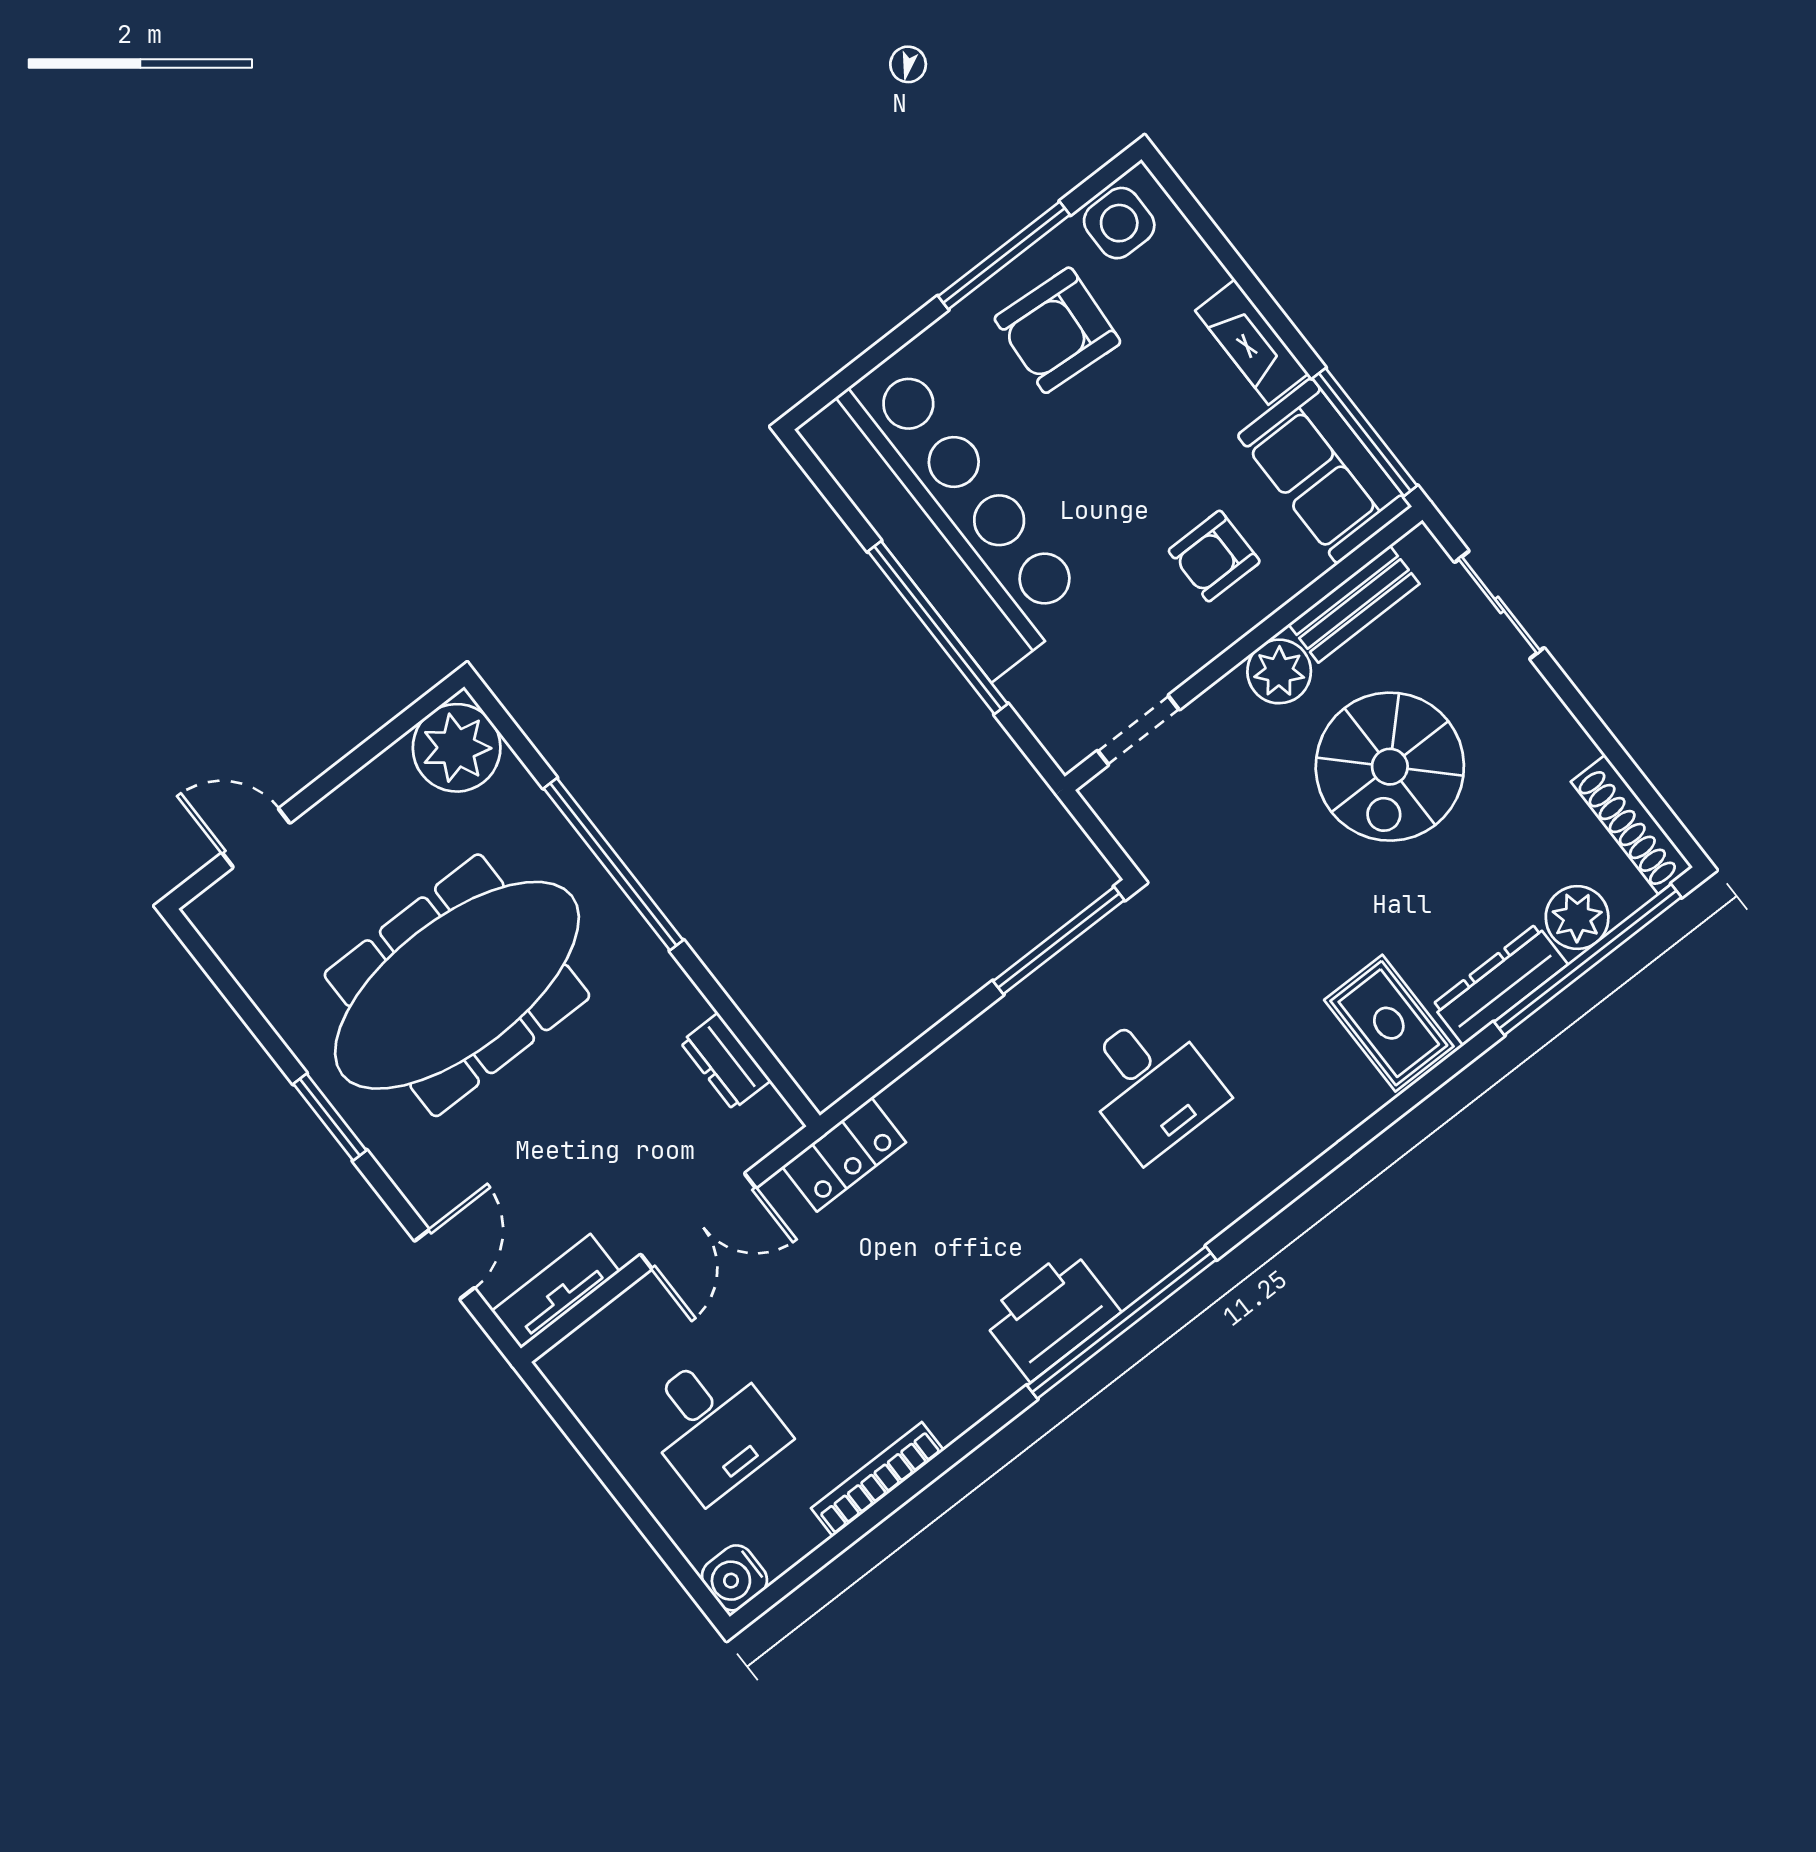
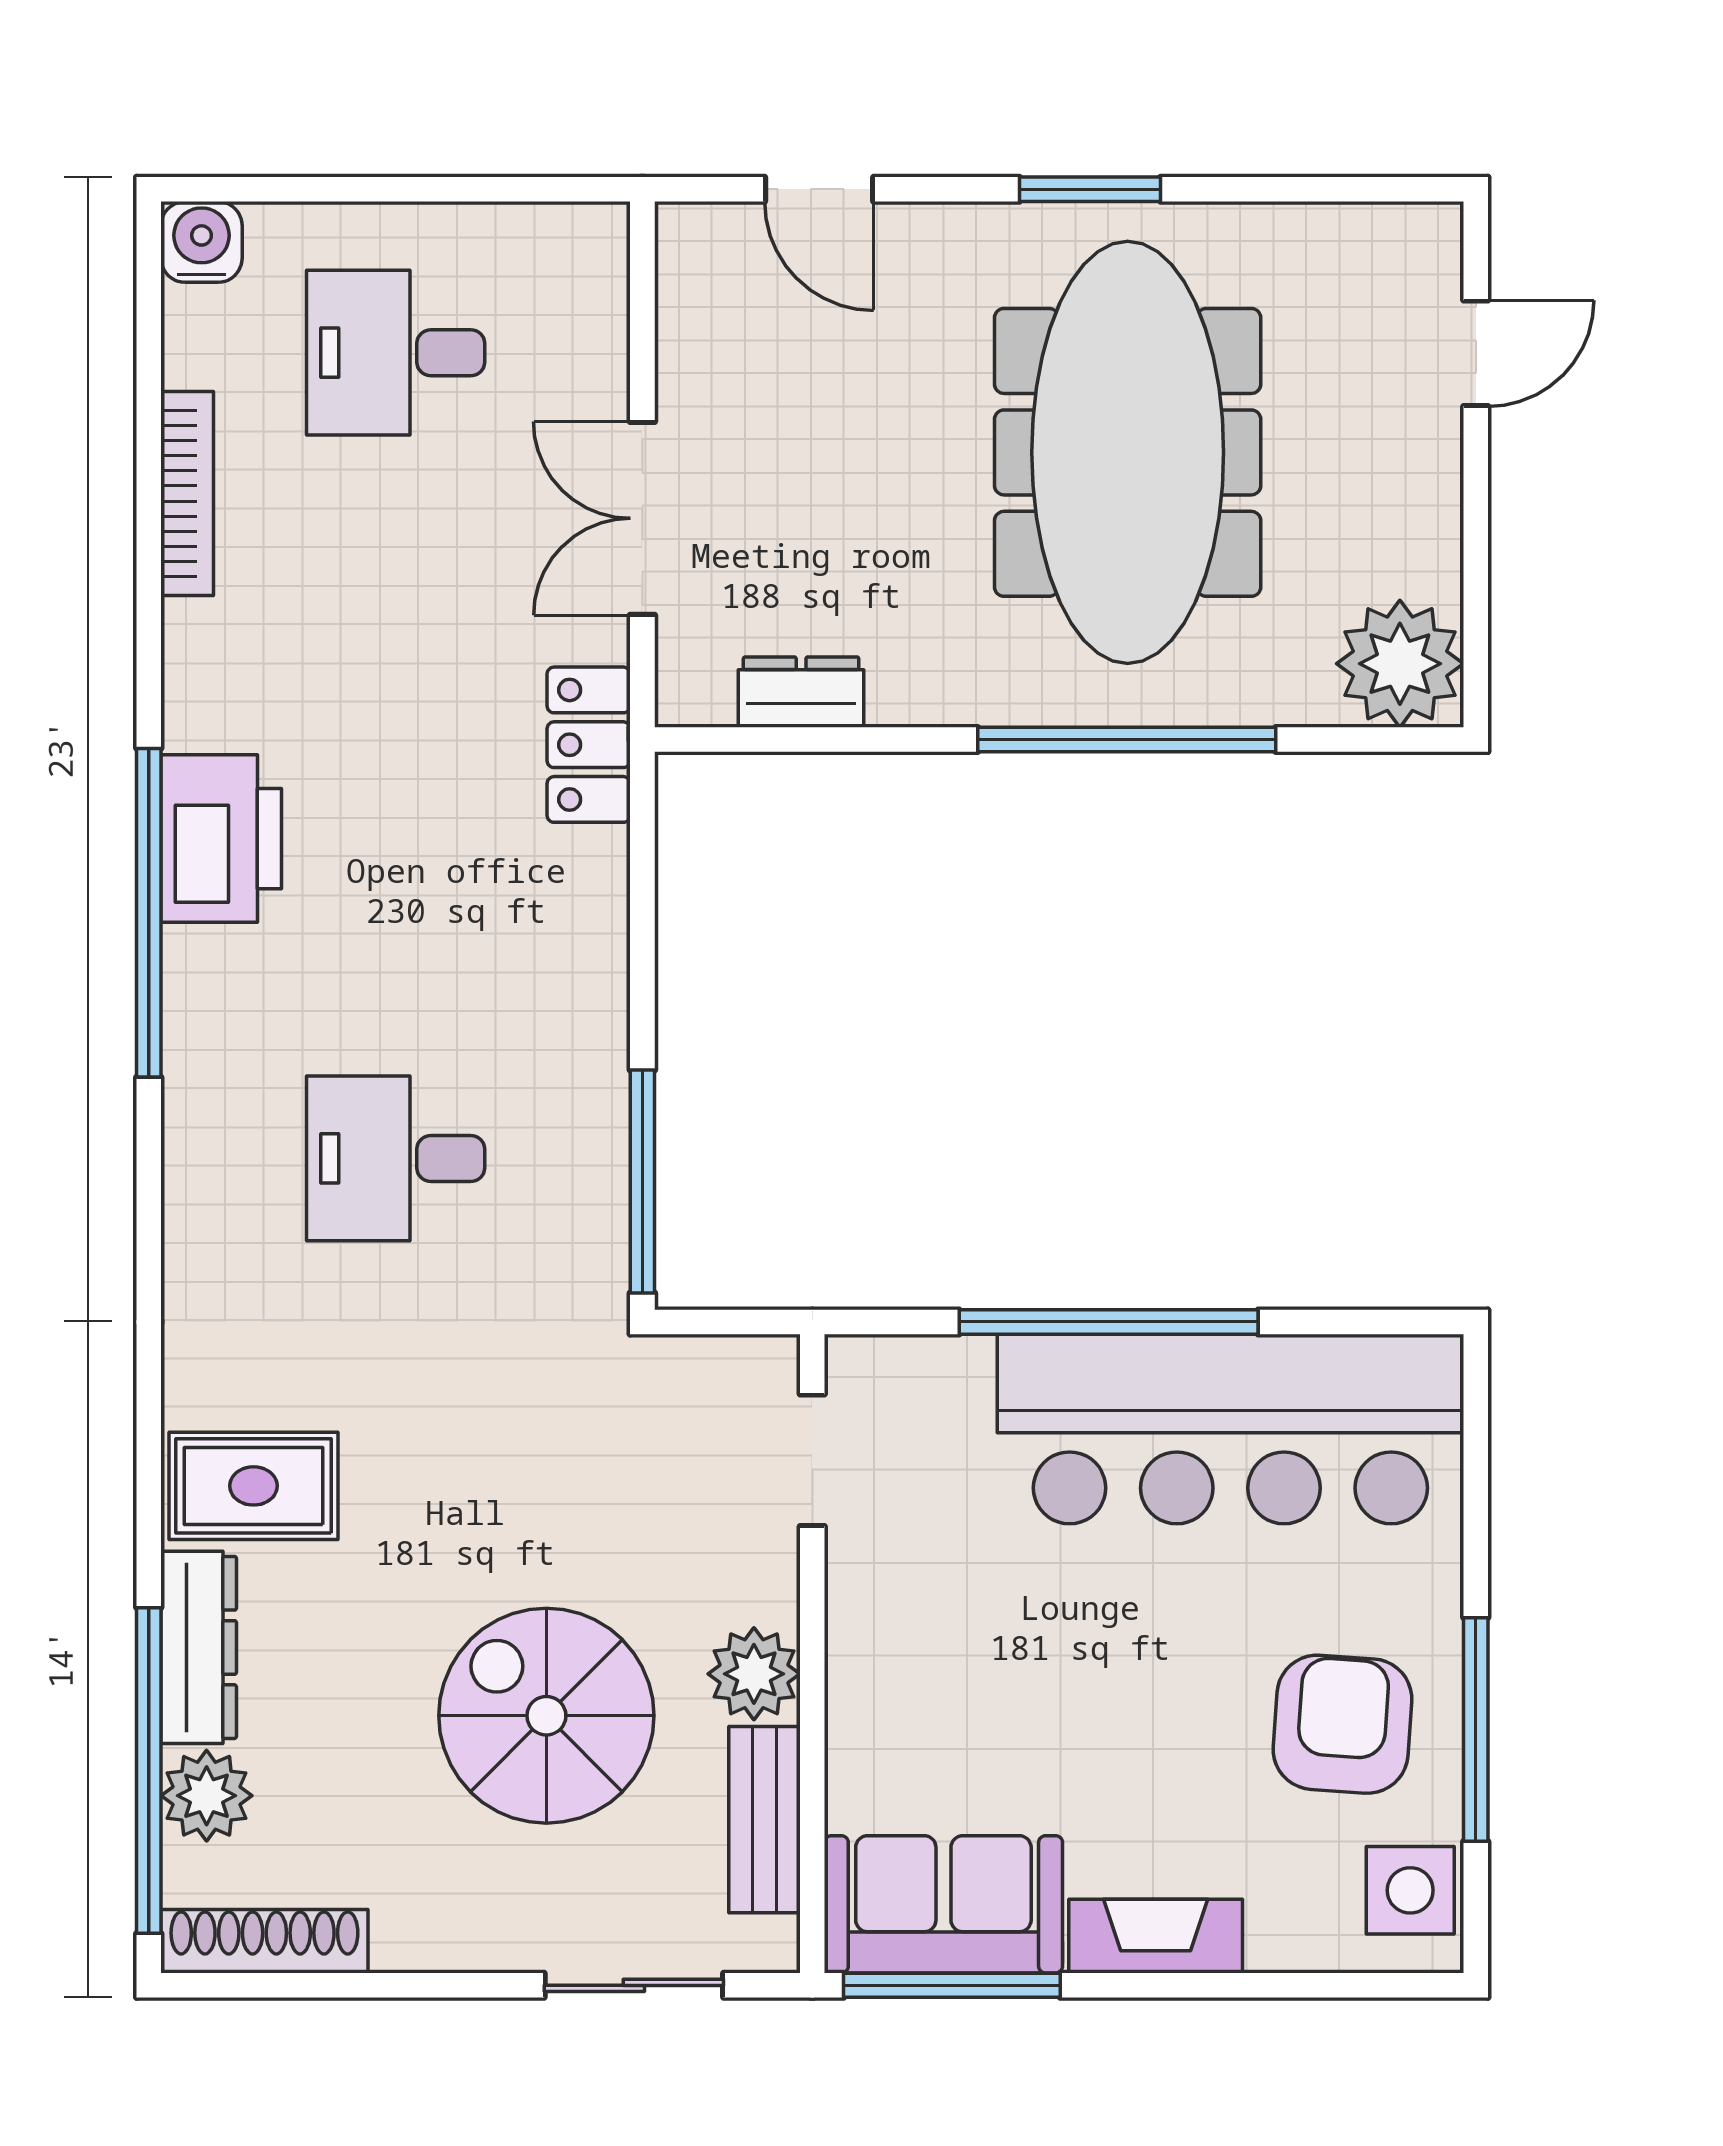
armchair: (1214, 556) -> (944, 1702), removed
tv unit: (556, 1291) -> (689, 293), removed

